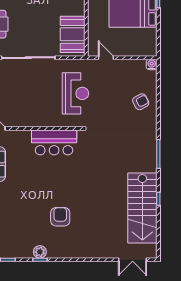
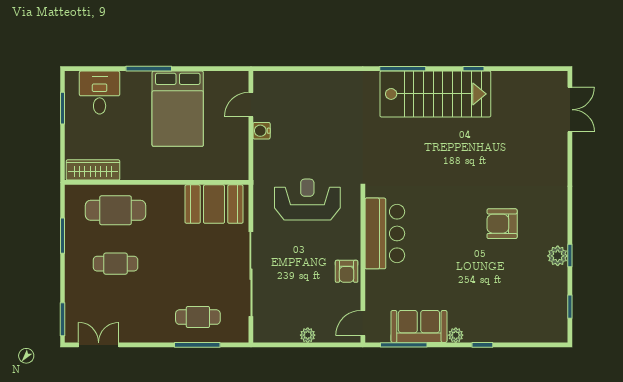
door: (106, 58) -> (251, 105), moved
water cooler: (152, 64) -> (262, 131), moved
armchair: (141, 102) -> (347, 271), moved, turned -153
stairs: (142, 208) -> (435, 94), moved

